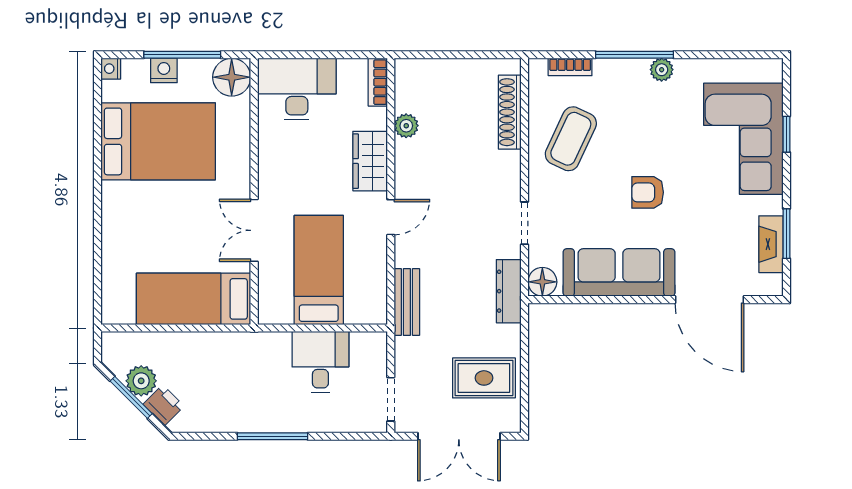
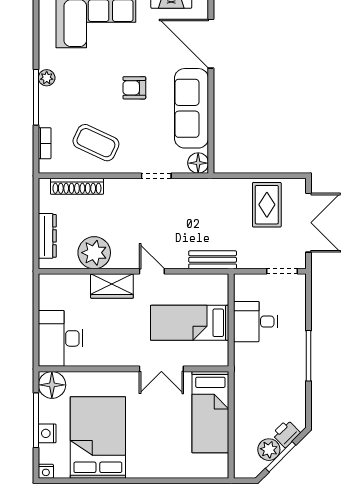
bookcase: (378, 82) -> (56, 281), removed
plant: (406, 126) -> (94, 253), width x1.88, depth x1.88
armchair: (648, 192) -> (134, 88), turned 90
dresser: (509, 291) -> (47, 236), moved, turned -90
door: (709, 300) -> (211, 44), swing flipped

